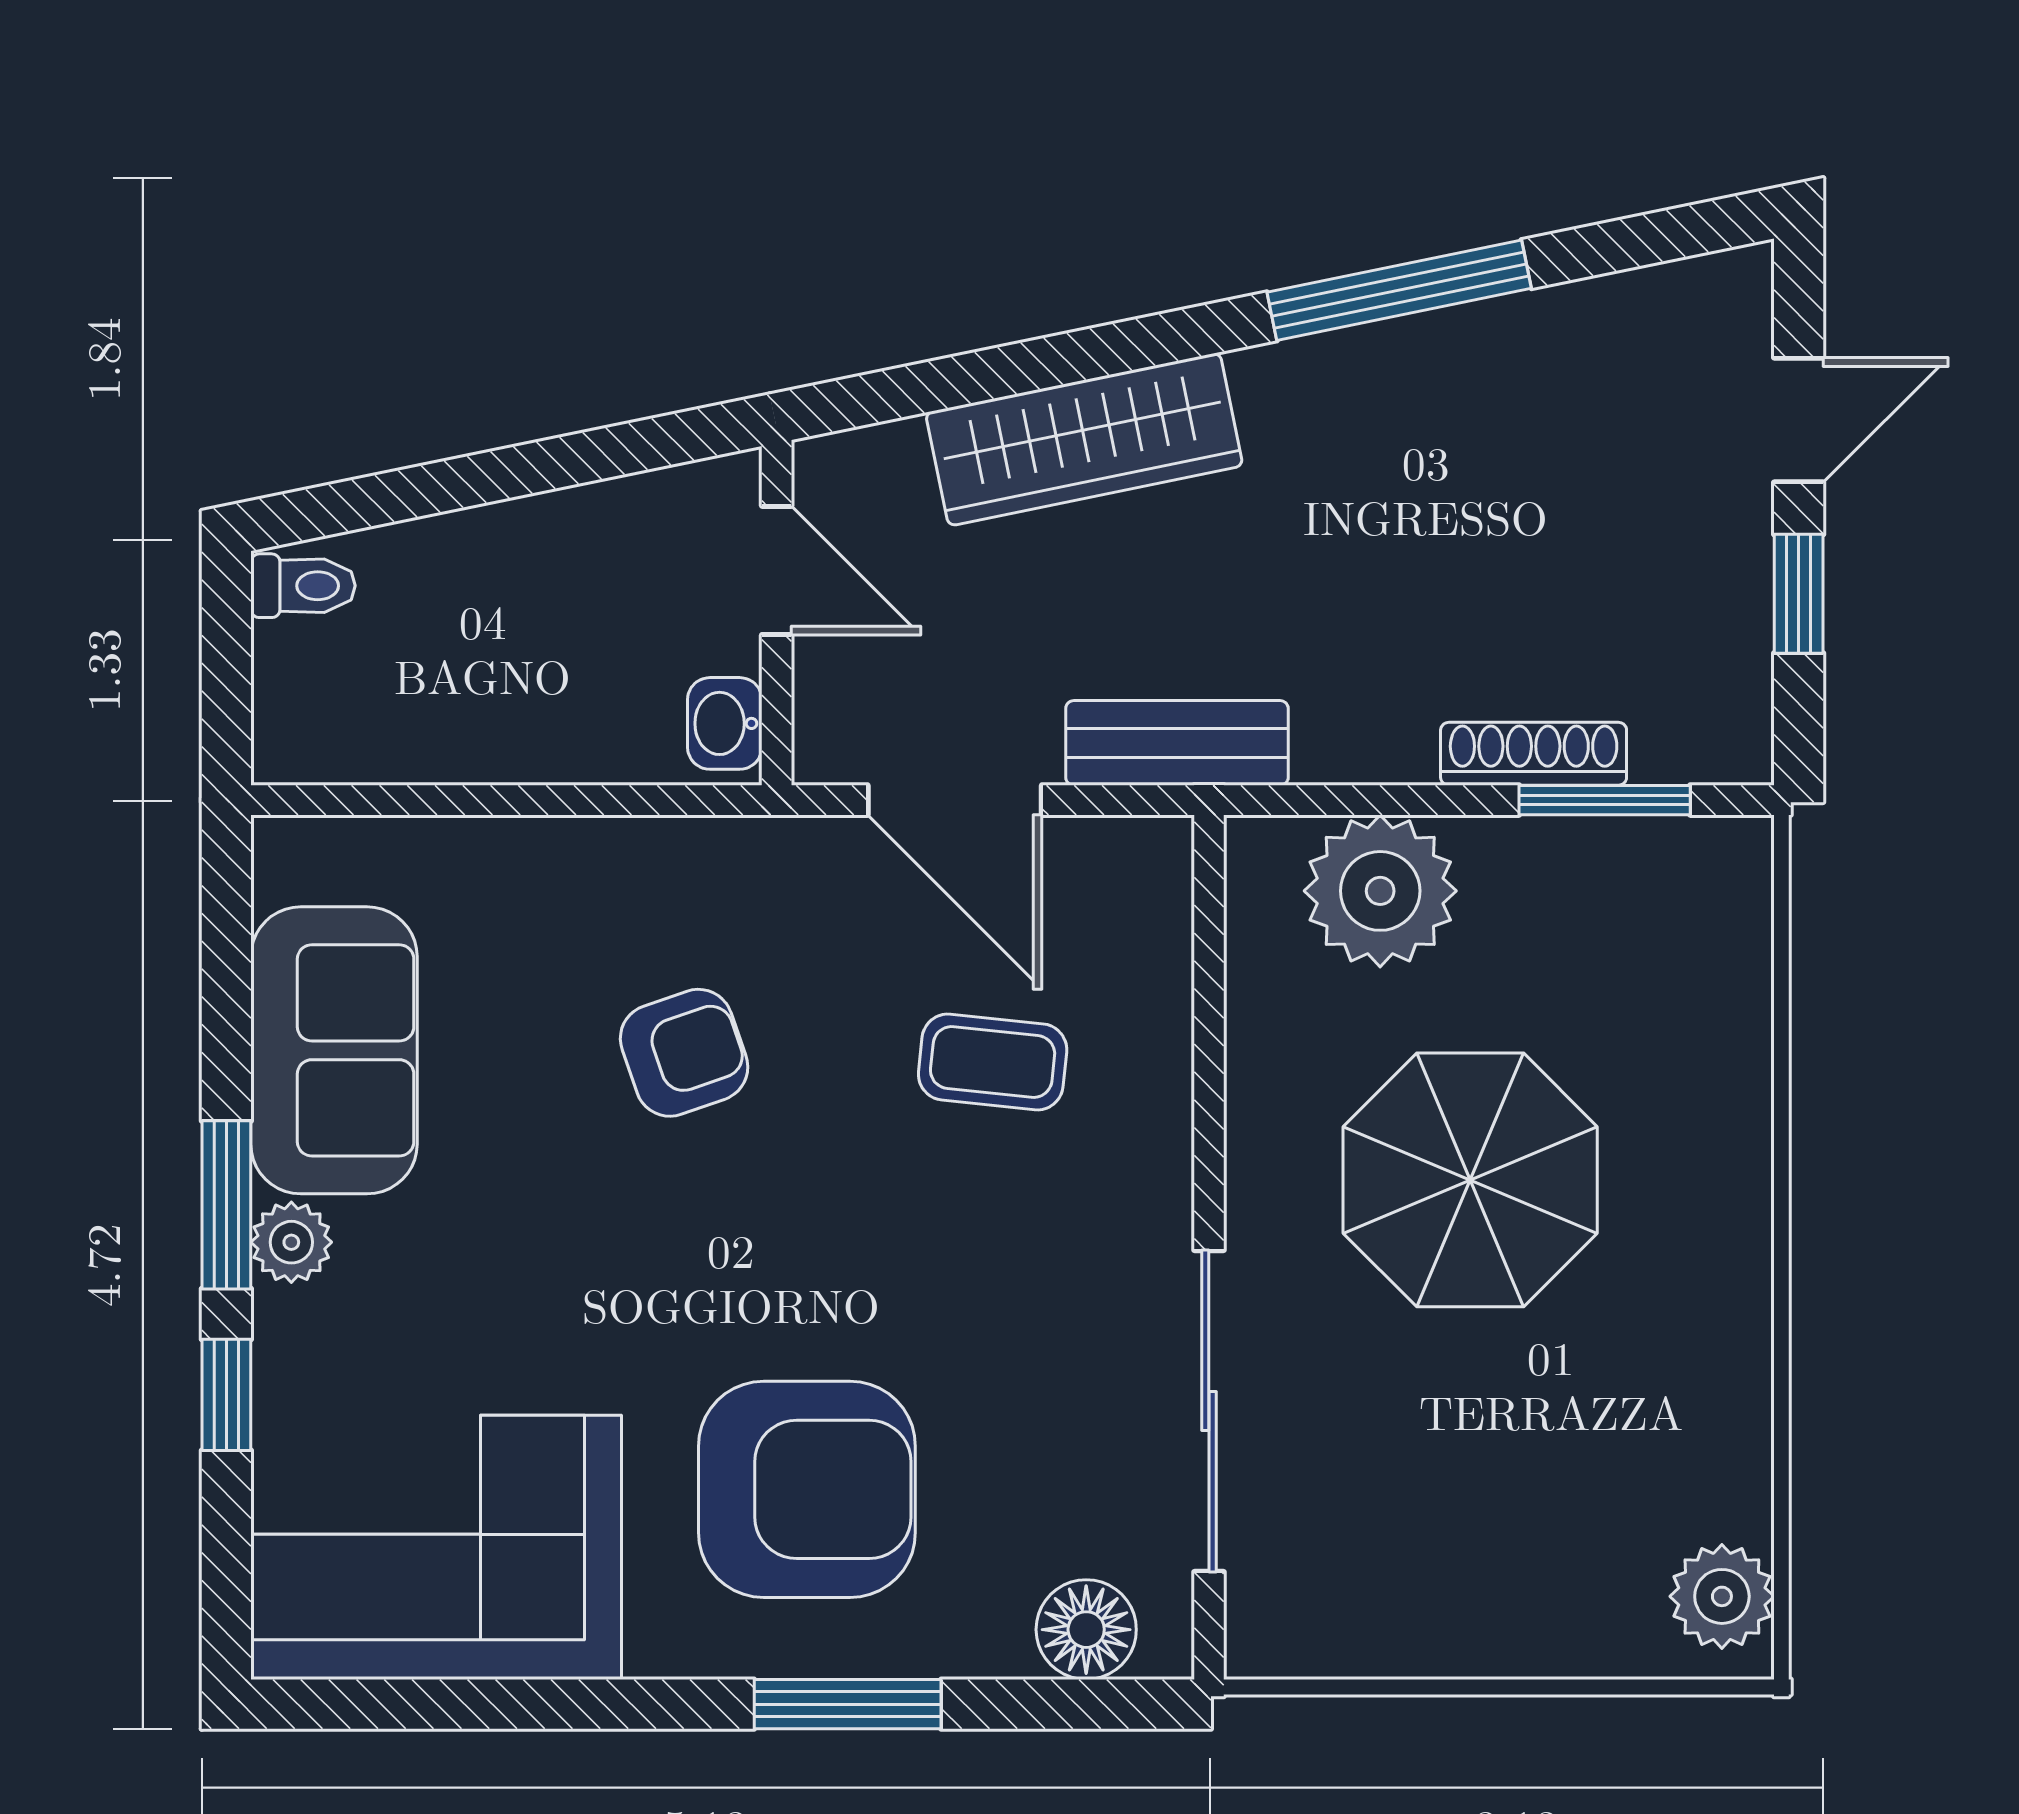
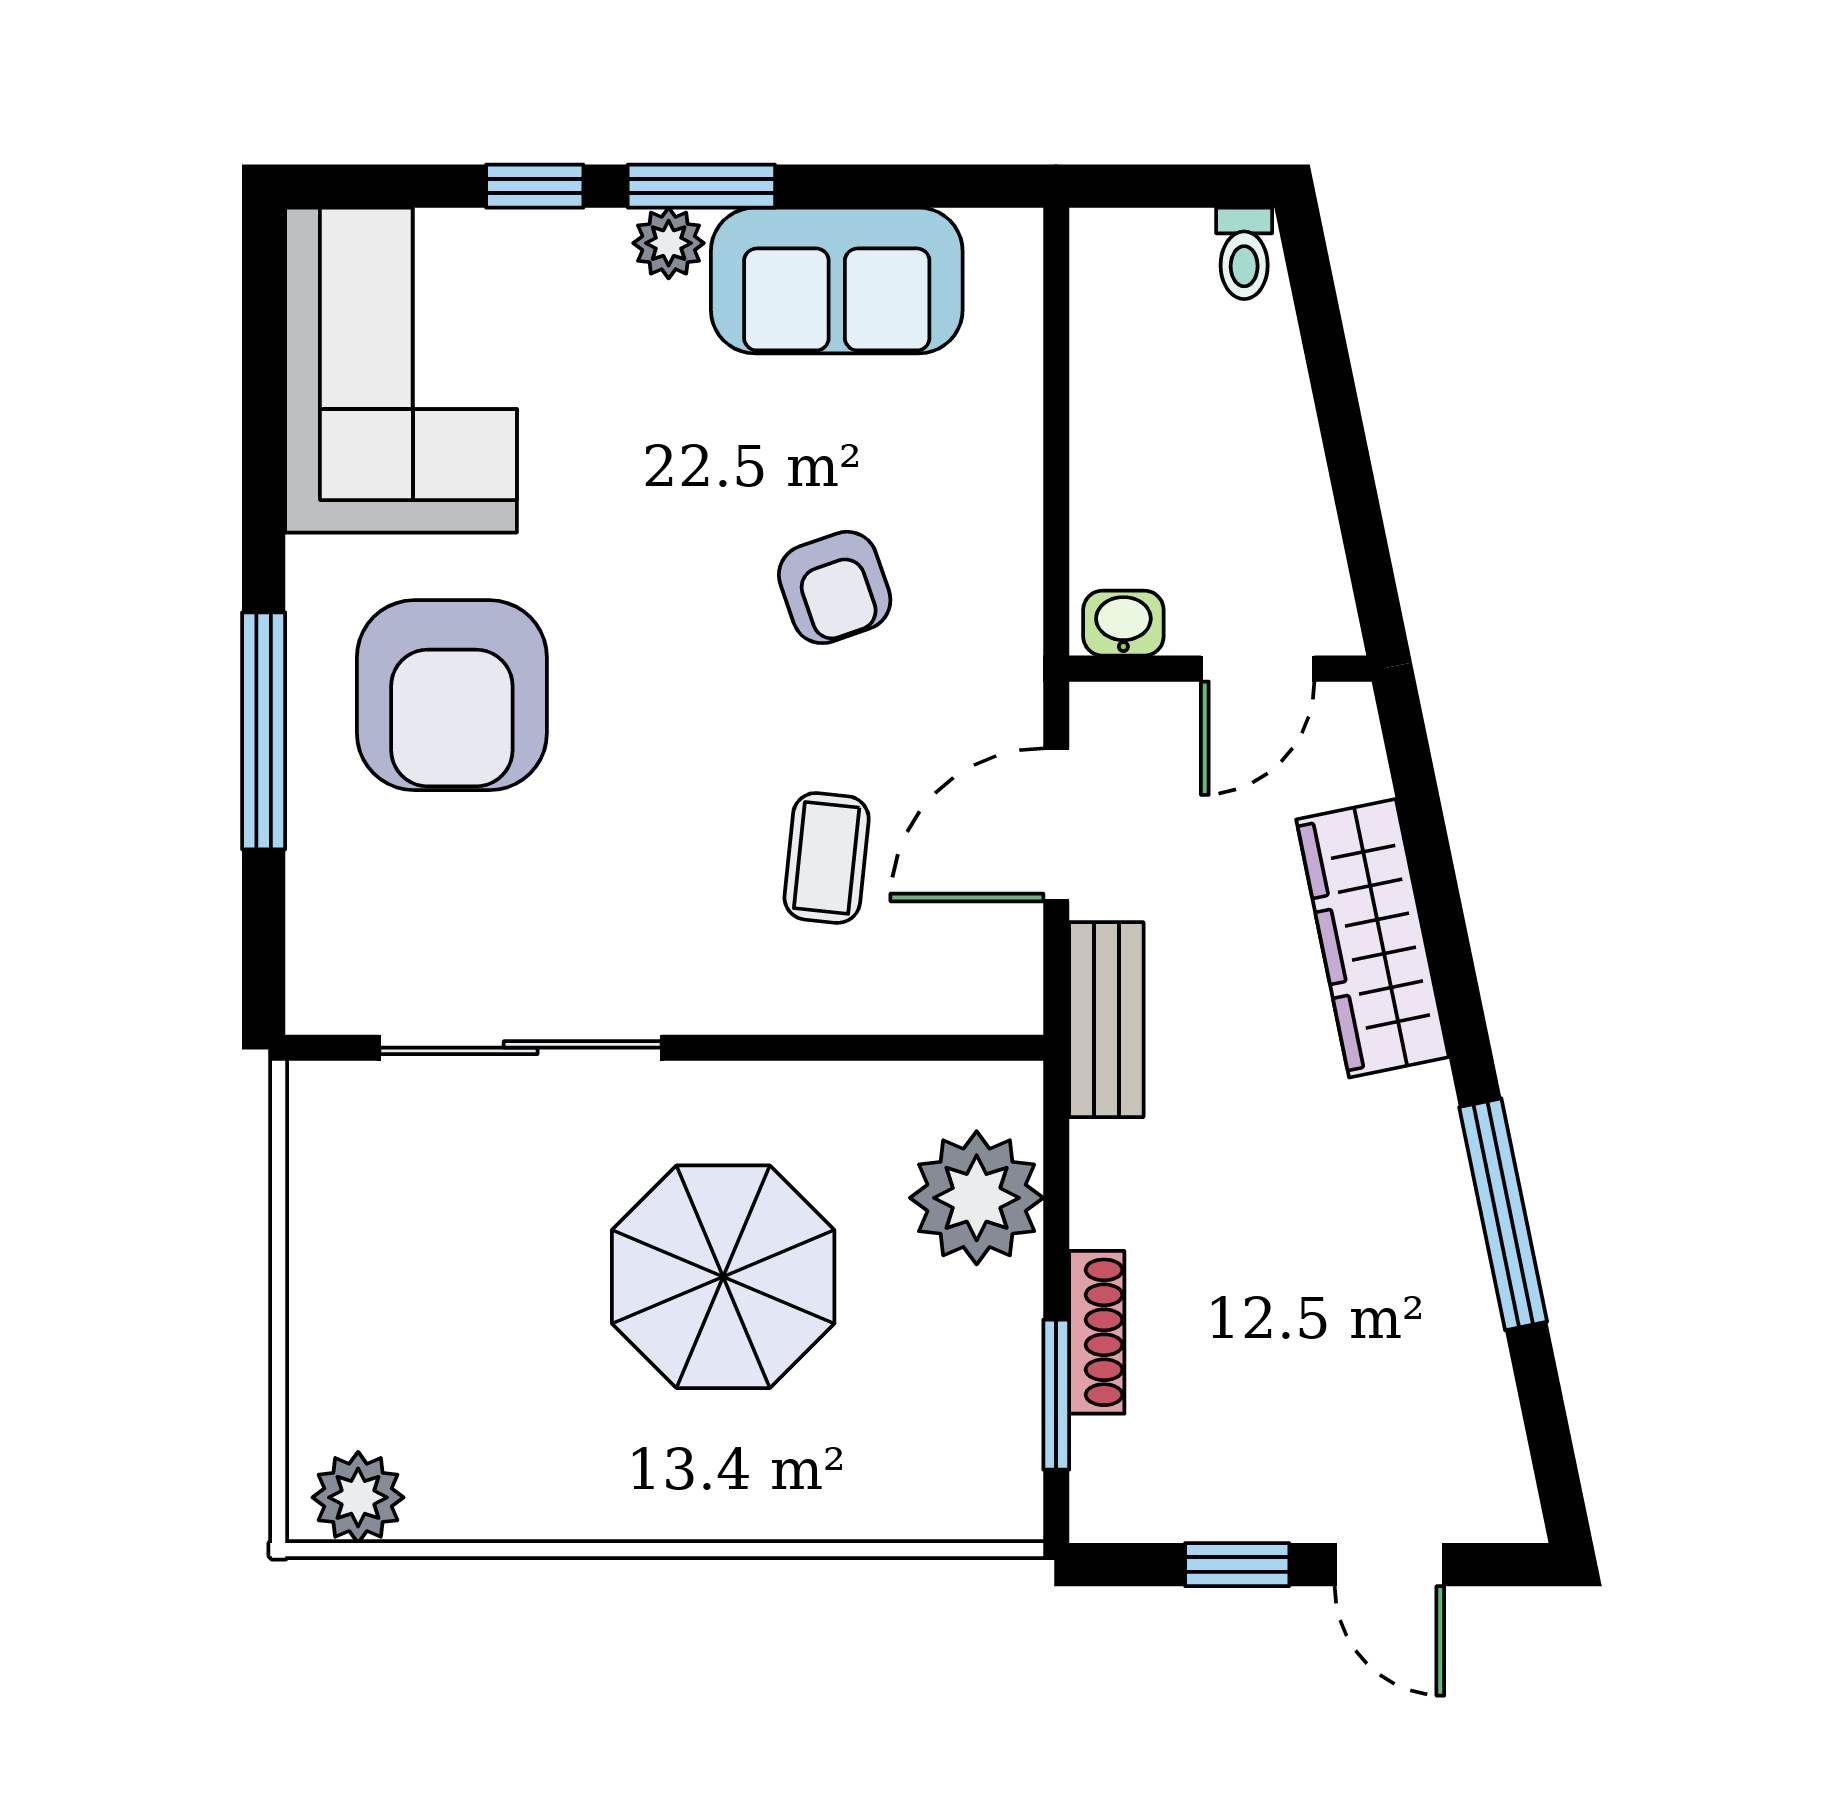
floor lamp: (1086, 1630) -> (329, 940), removed
window: (848, 1704) -> (264, 731), width x1.44

